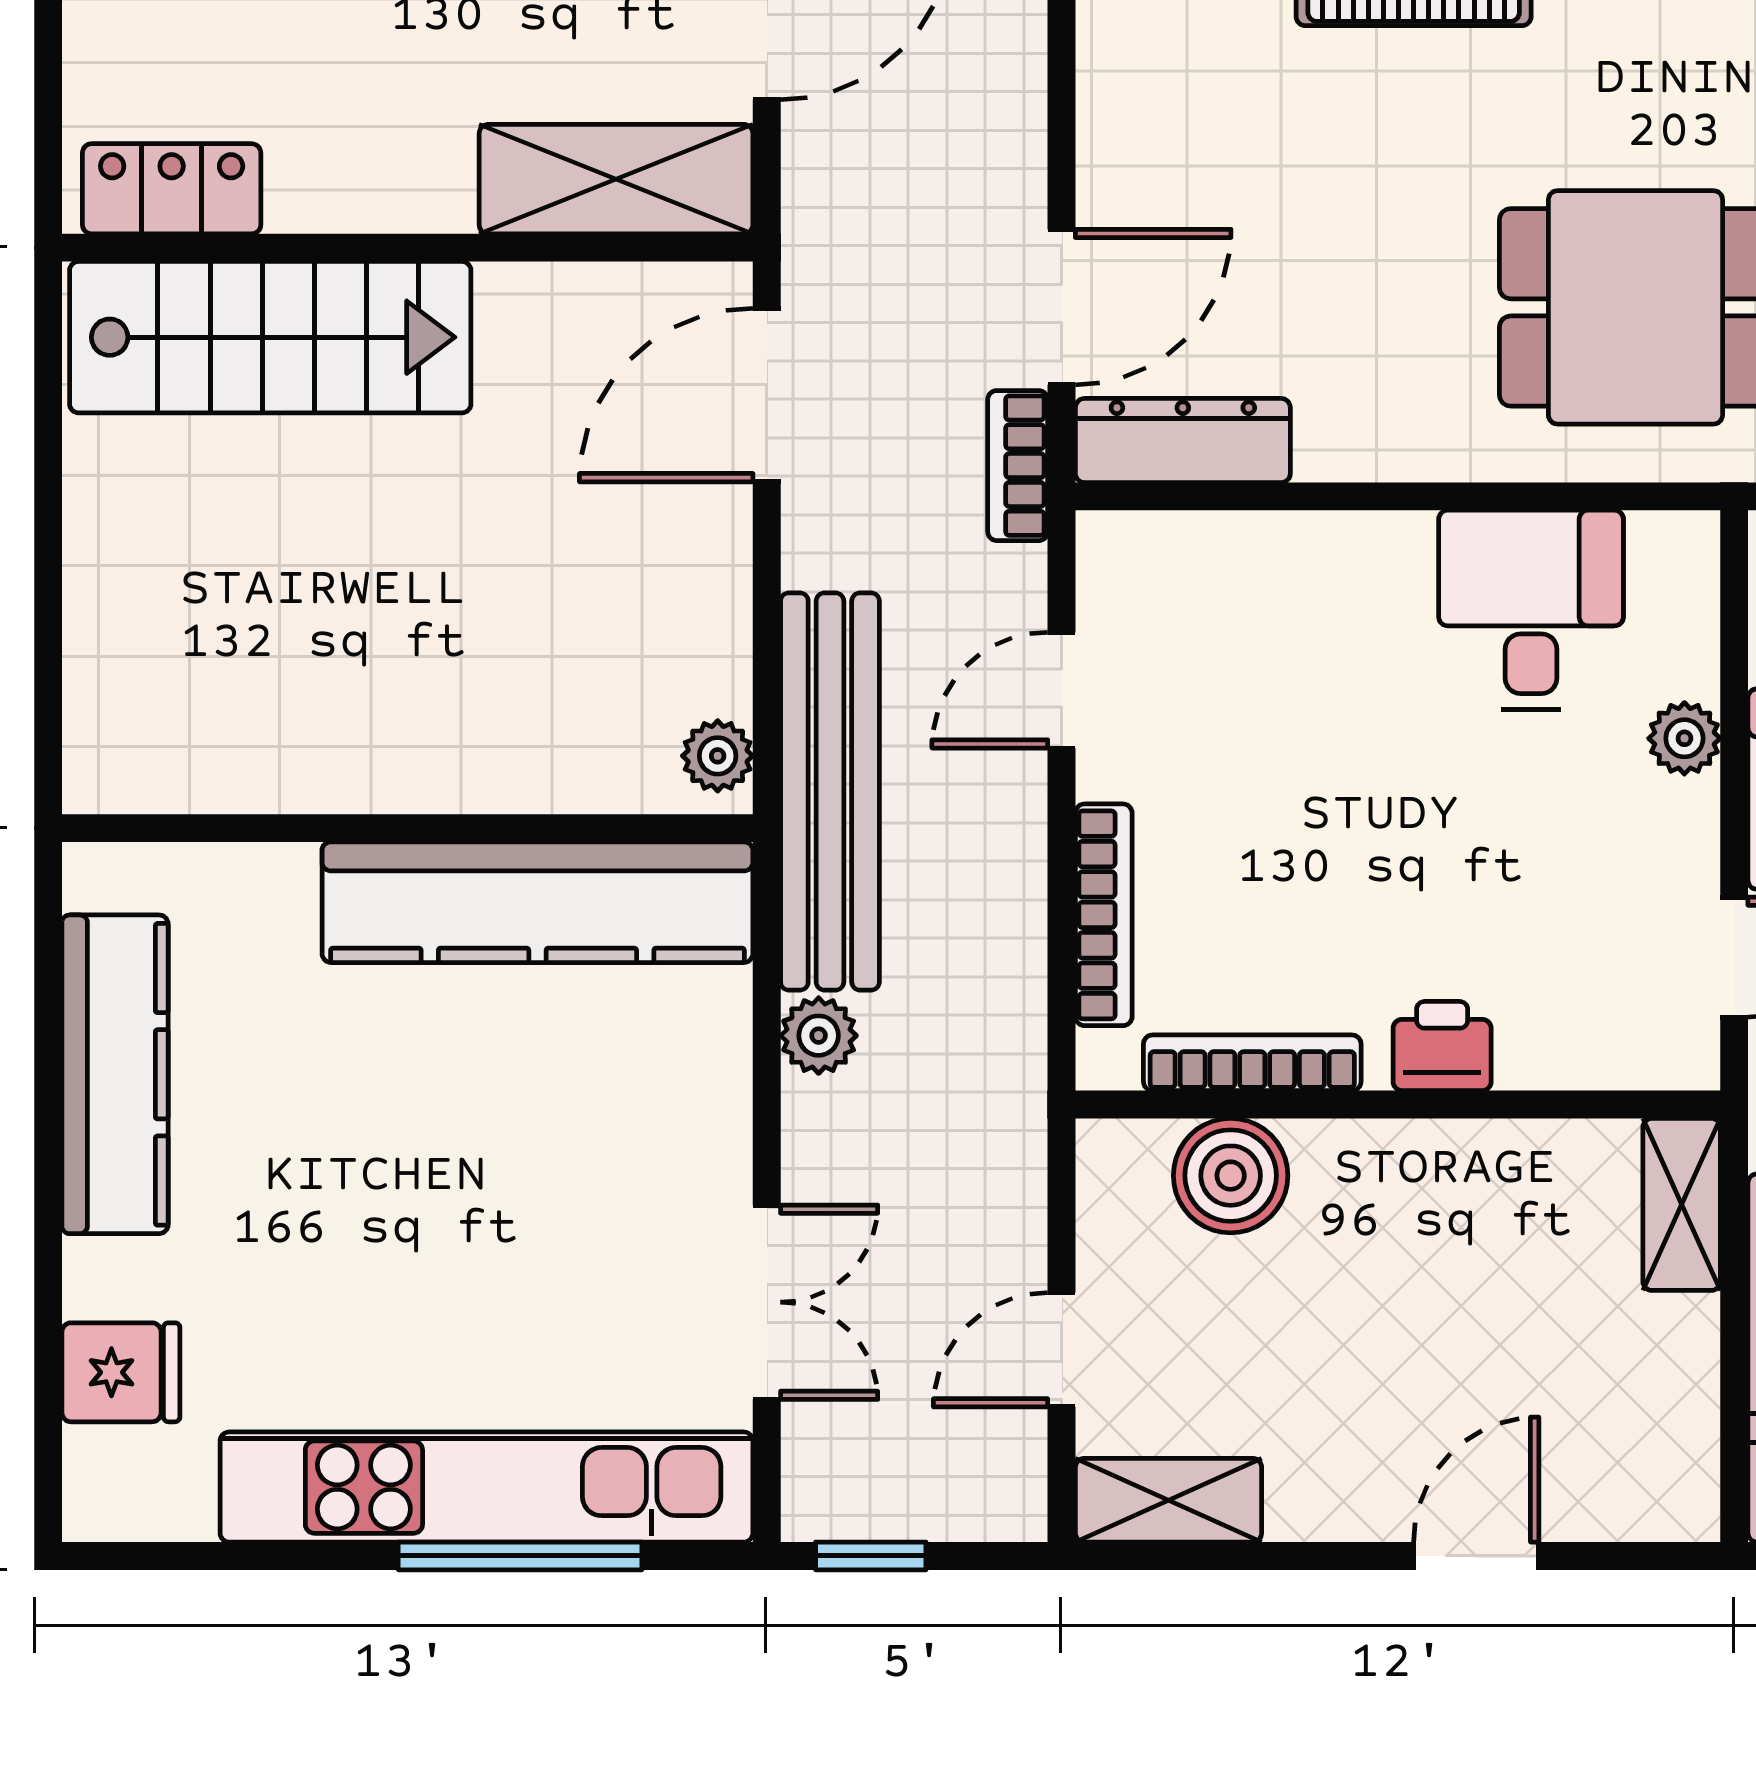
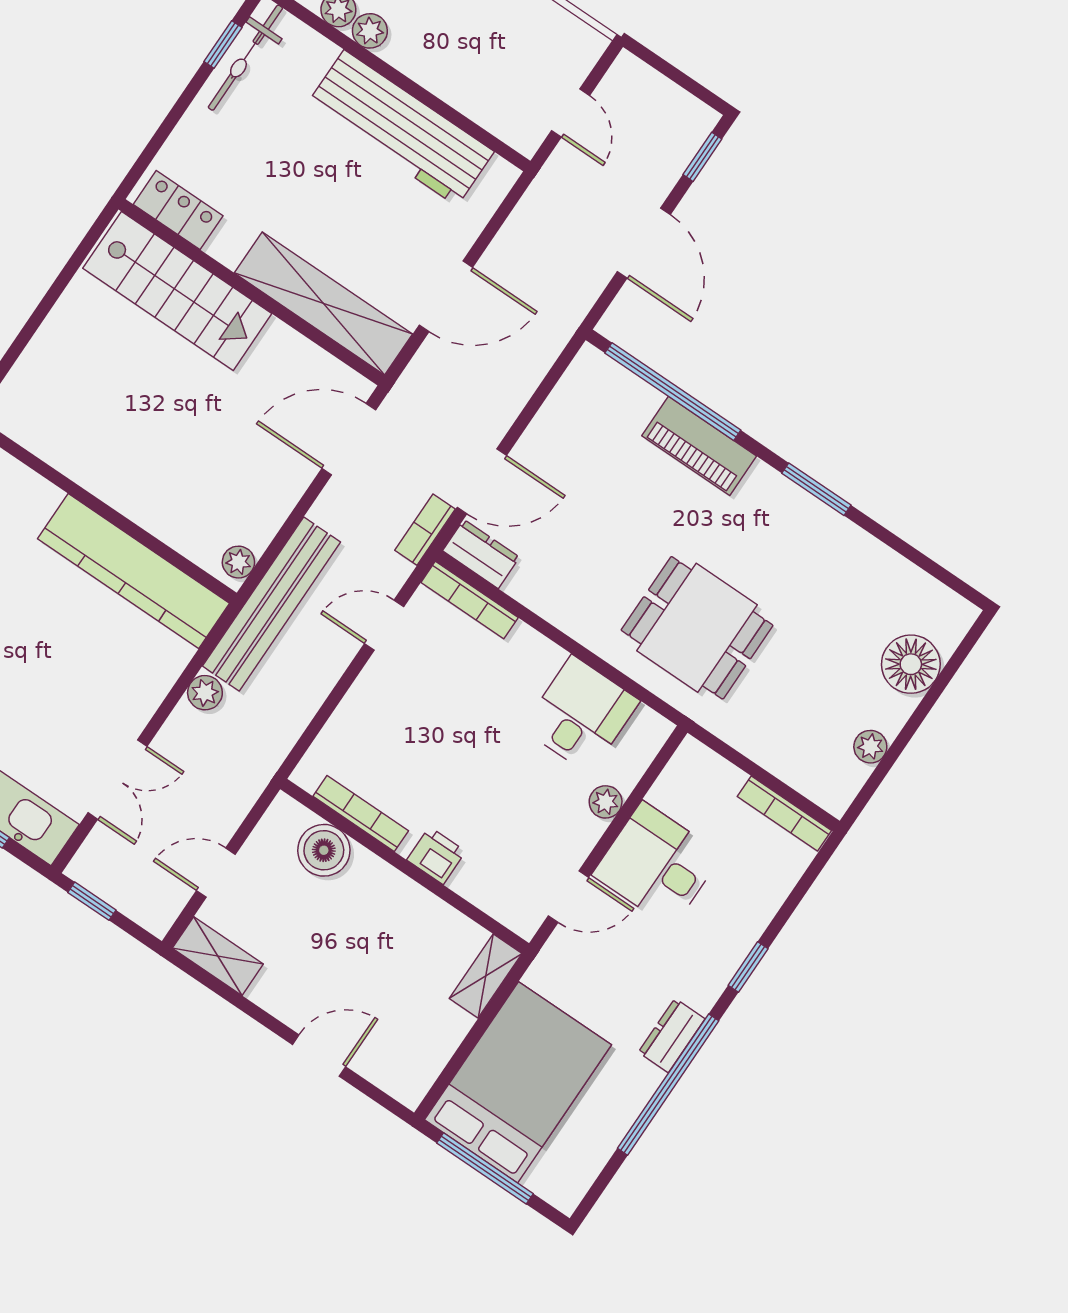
shelving: (616, 179) -> (323, 303), width x1.47
dresser: (1183, 441) -> (481, 554), width x0.70
bookcase: (1104, 915) -> (470, 600), moved, turned 90

